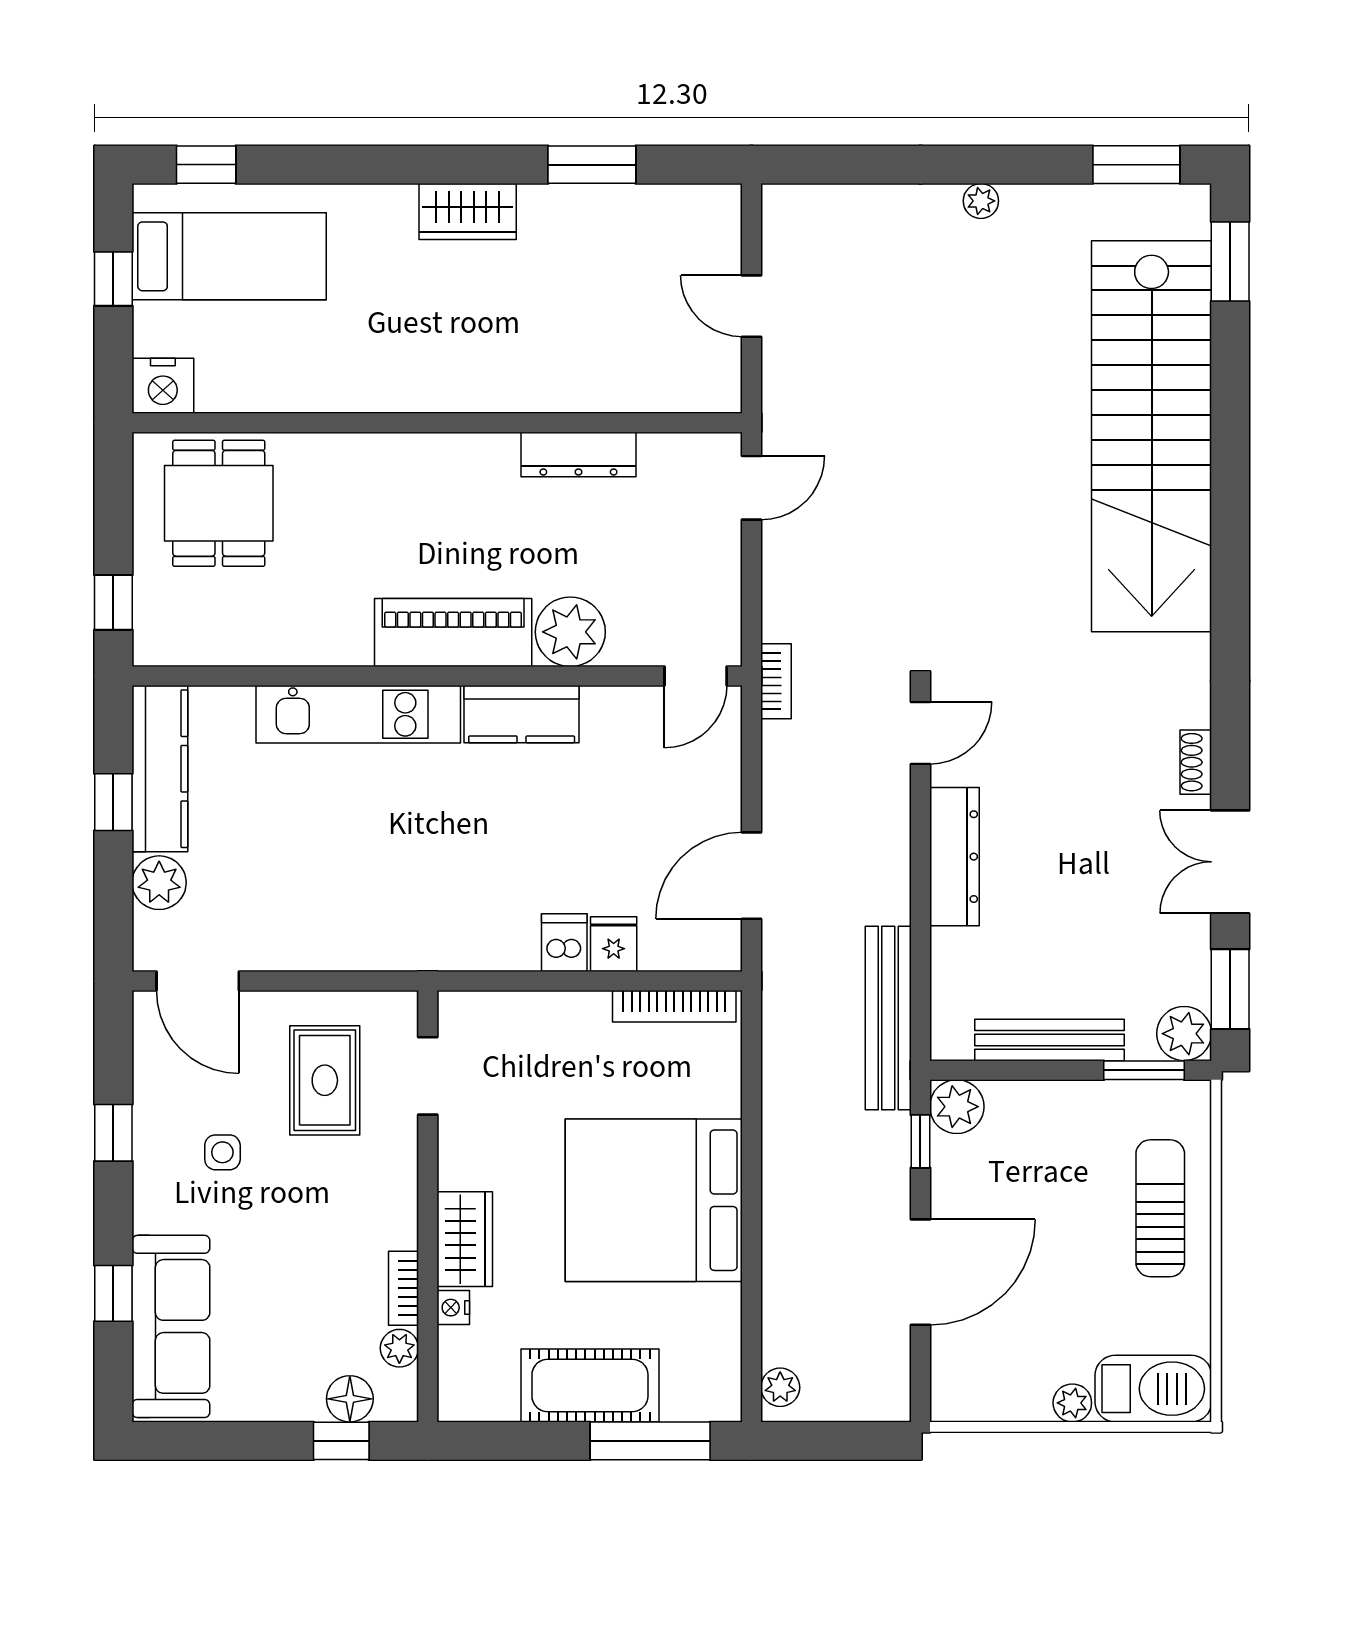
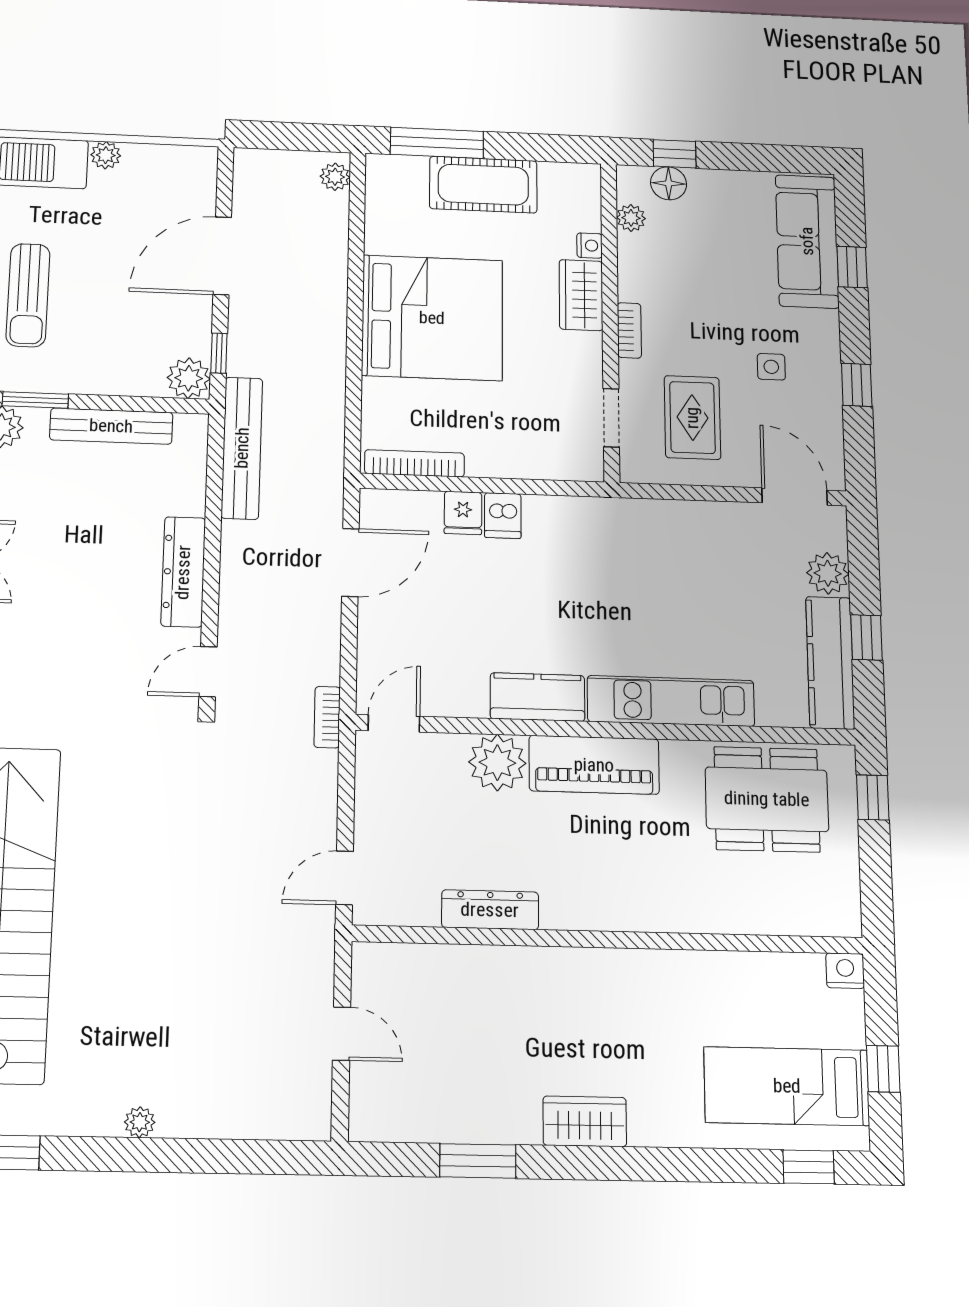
nightstand: (163, 386) -> (845, 971), width x0.74, depth x0.75
dining table: (219, 503) -> (767, 799), moved, width x1.38
bookcase: (403, 1288) -> (629, 330), moved

